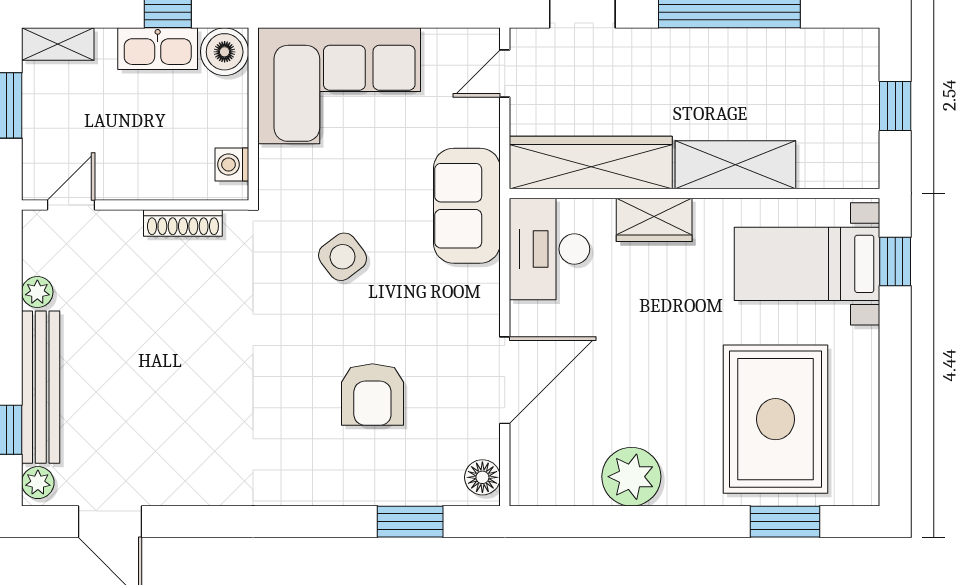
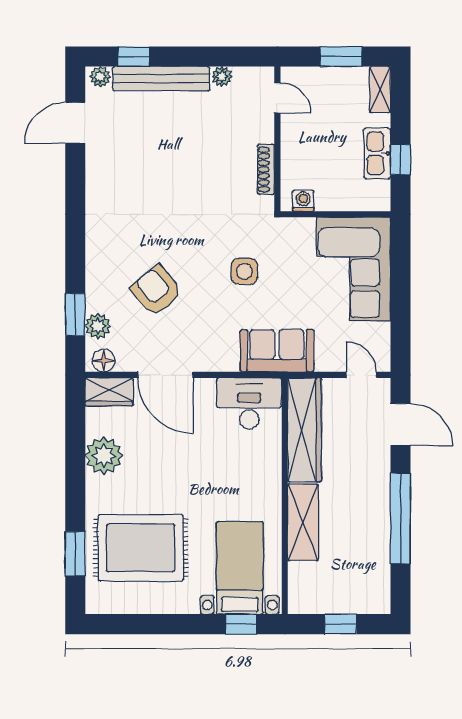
boiler: (225, 52) -> (375, 196), removed
wardrobe: (654, 220) -> (109, 392), moved, turned -90
side table: (343, 257) -> (244, 271), turned 37
armchair: (372, 395) -> (156, 290), turned 51
plant: (428, 486) -> (98, 326), added

